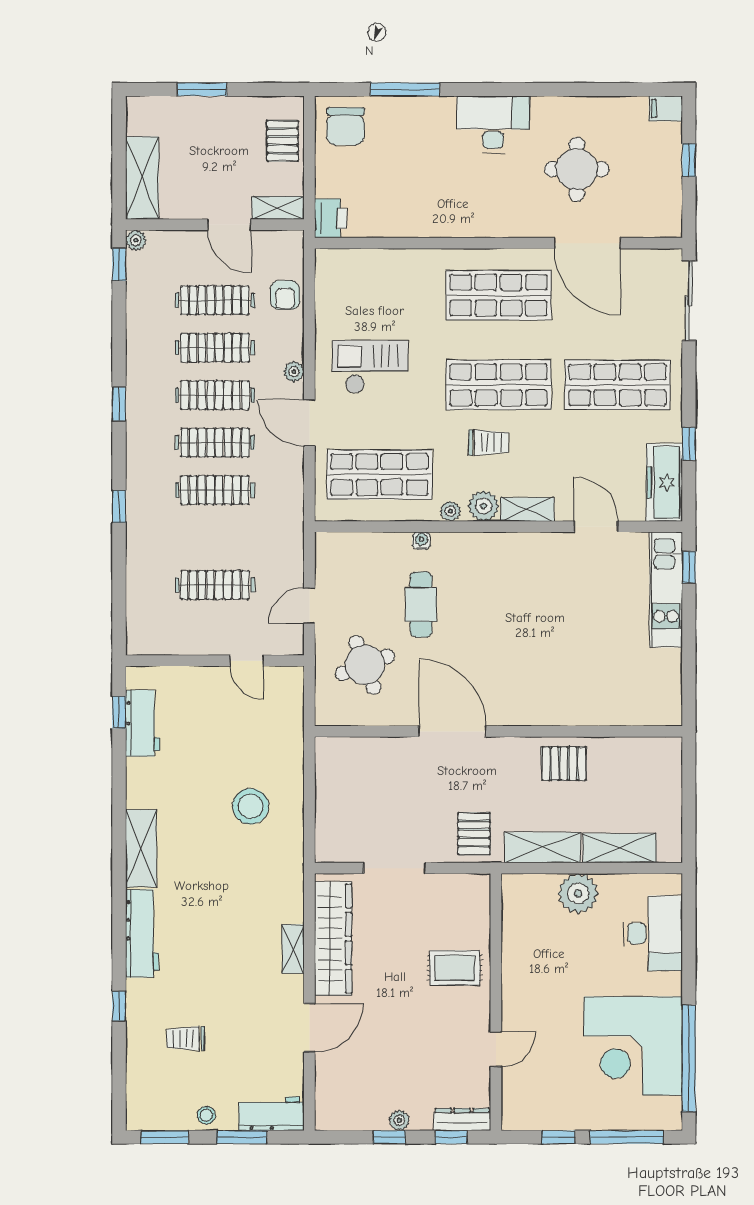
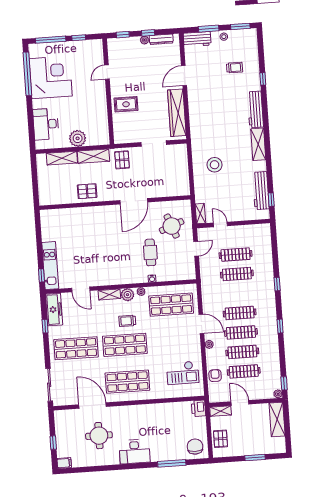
checkout: (370, 367) -> (183, 373), moved
clothes rail: (215, 490) -> (237, 274), moved
workbench: (143, 723) -> (261, 191), width x1.38
door: (452, 731) -> (134, 201), hinge flipped
shelving: (293, 949) -> (200, 214), moved
dresser: (462, 1119) -> (161, 39), moved

